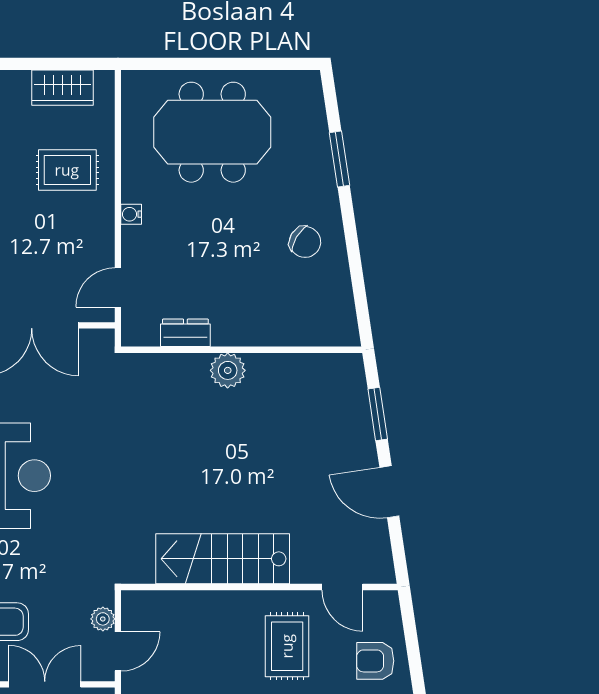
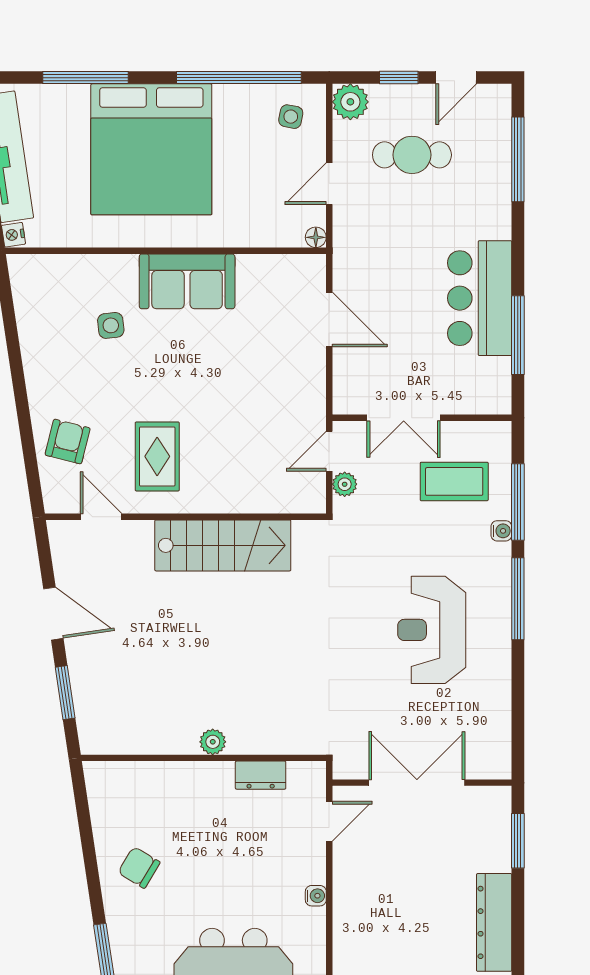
rug: (67, 170) -> (381, 941), removed
plant: (228, 370) -> (213, 742), width x0.73, depth x0.73
armchair: (375, 661) -> (68, 442), turned -76

